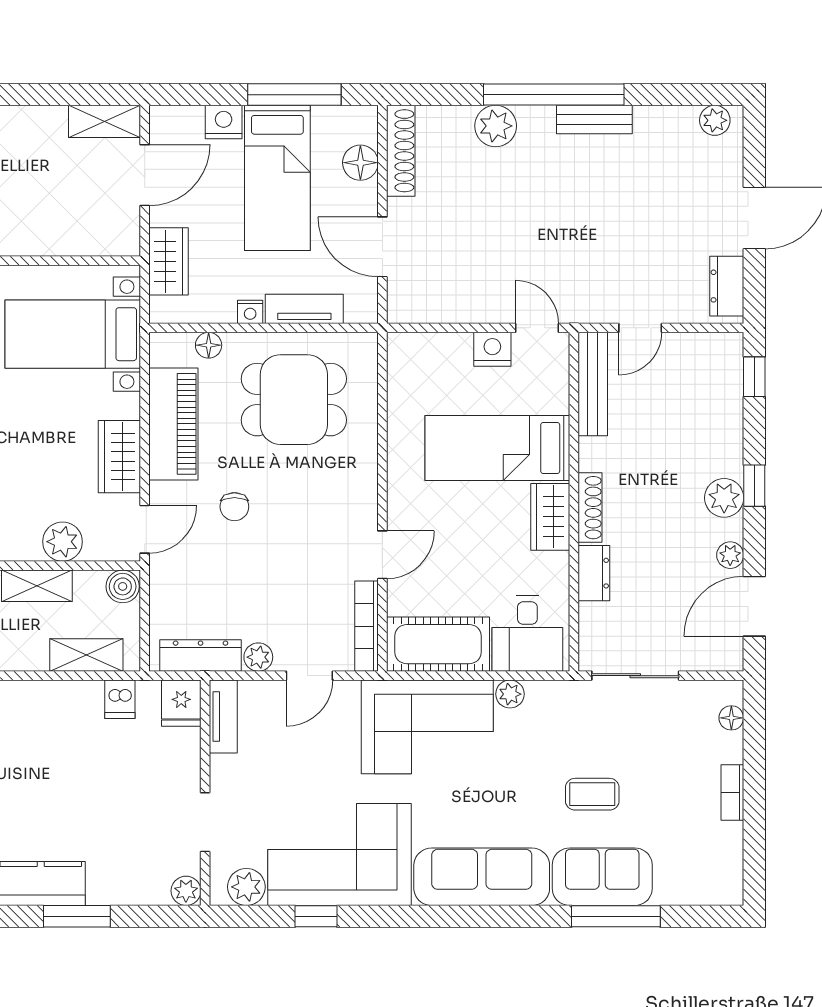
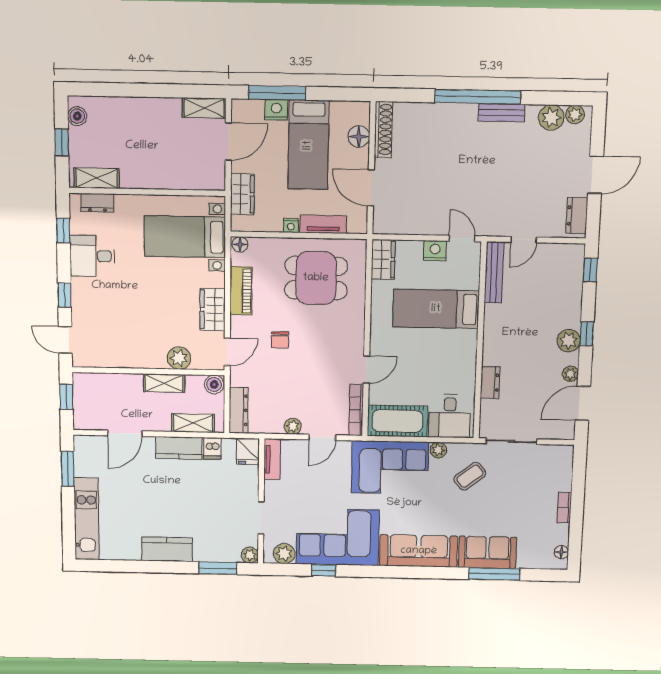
window: (294, 95) -> (277, 93), moved
plant: (496, 126) -> (551, 118), moved
floor lamp: (209, 345) -> (240, 244), moved
piano: (173, 424) -> (241, 291), width x0.73, depth x0.75
shoe rack: (590, 508) -> (489, 345), removed
wardrobe: (550, 517) -> (383, 259), moved, turned 180
dresser: (201, 656) -> (239, 410), moved, turned 90
kitchen counter: (62, 700) -> (179, 448), added
floor lamp: (731, 718) -> (561, 552), moved
coffee table: (592, 794) -> (470, 476), moved, turned -38
window: (77, 916) -> (218, 568), moved

